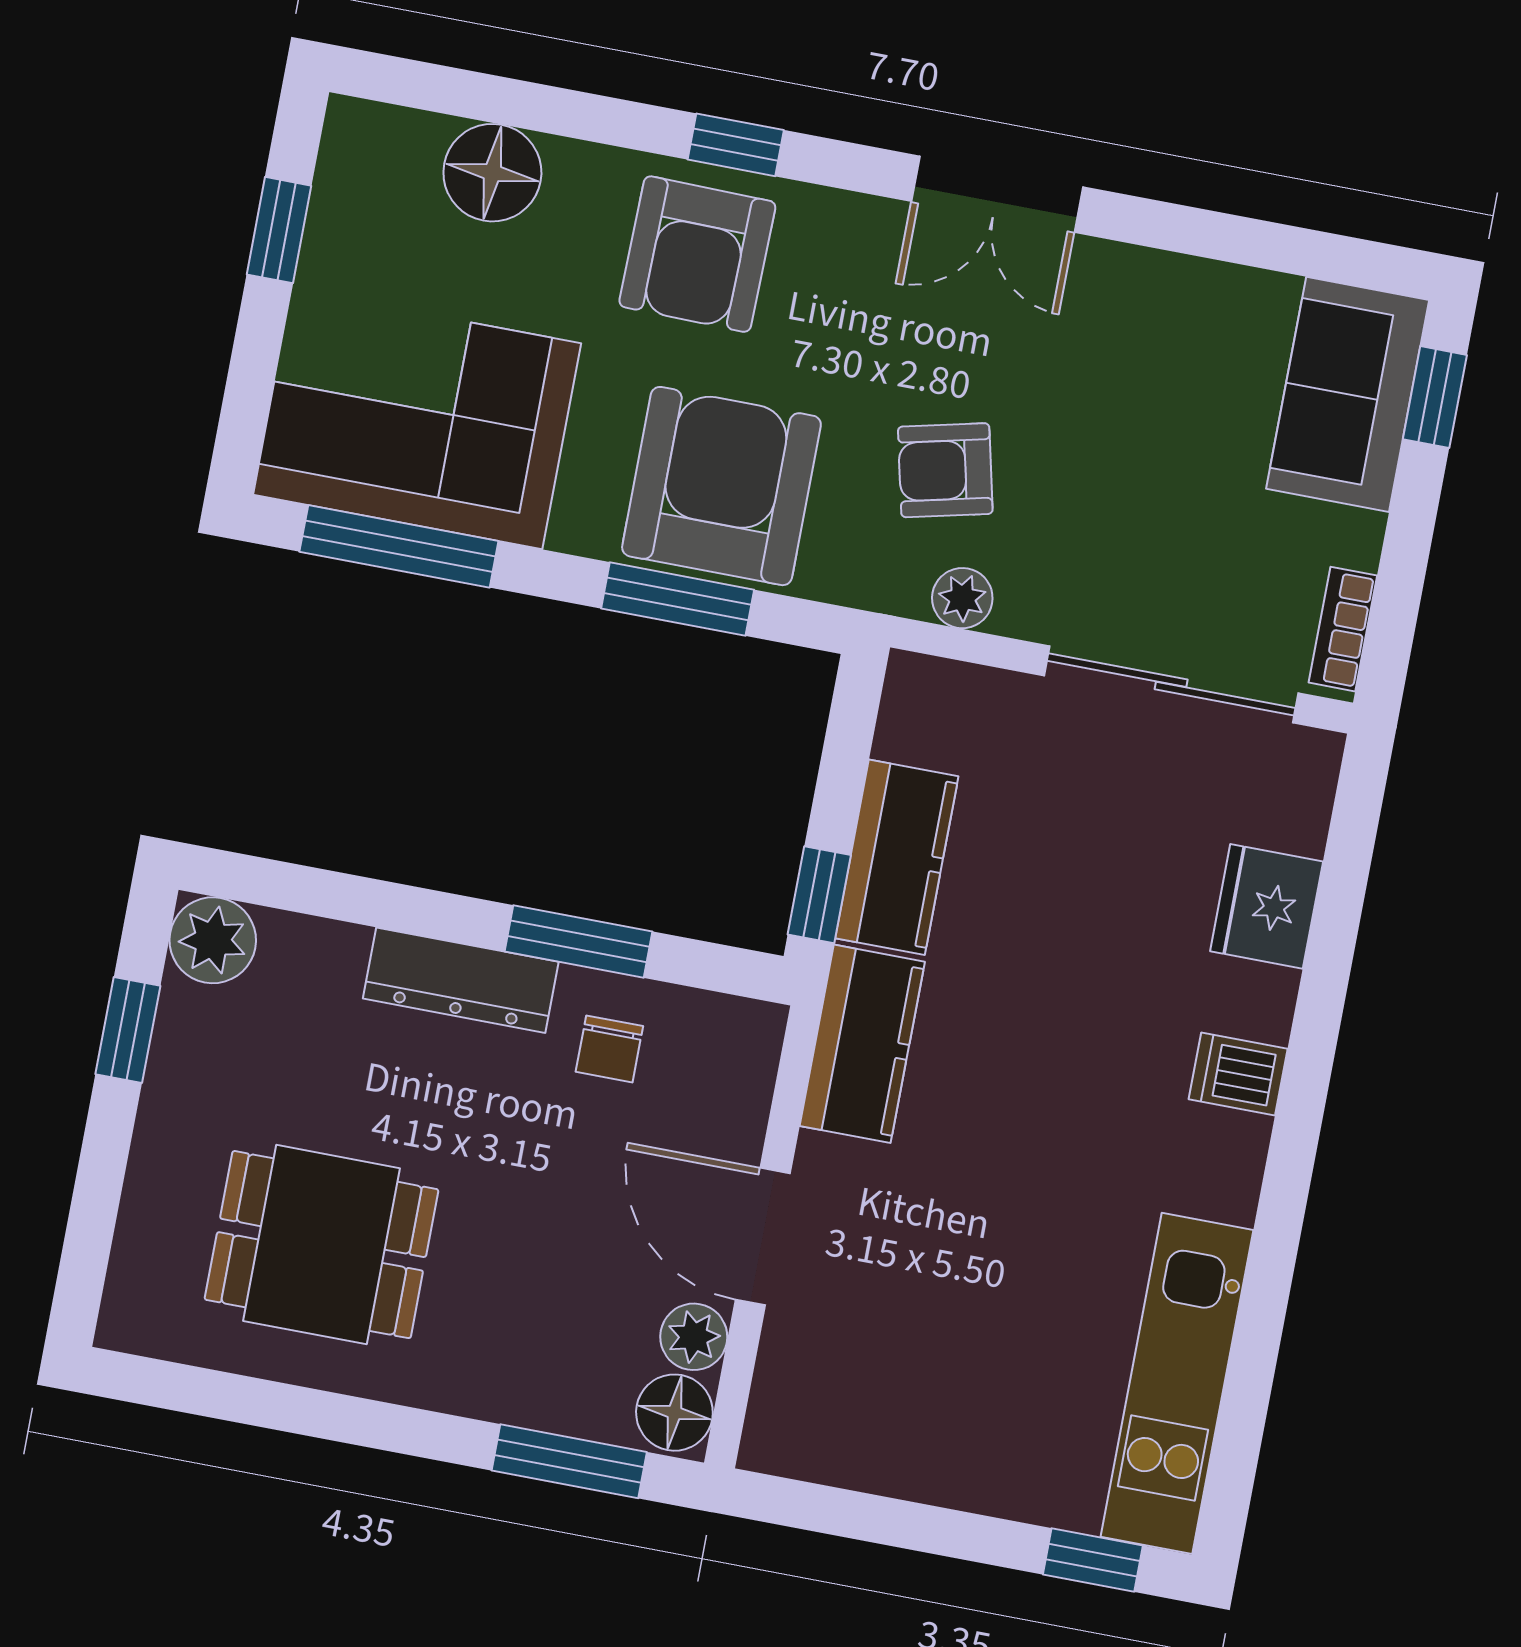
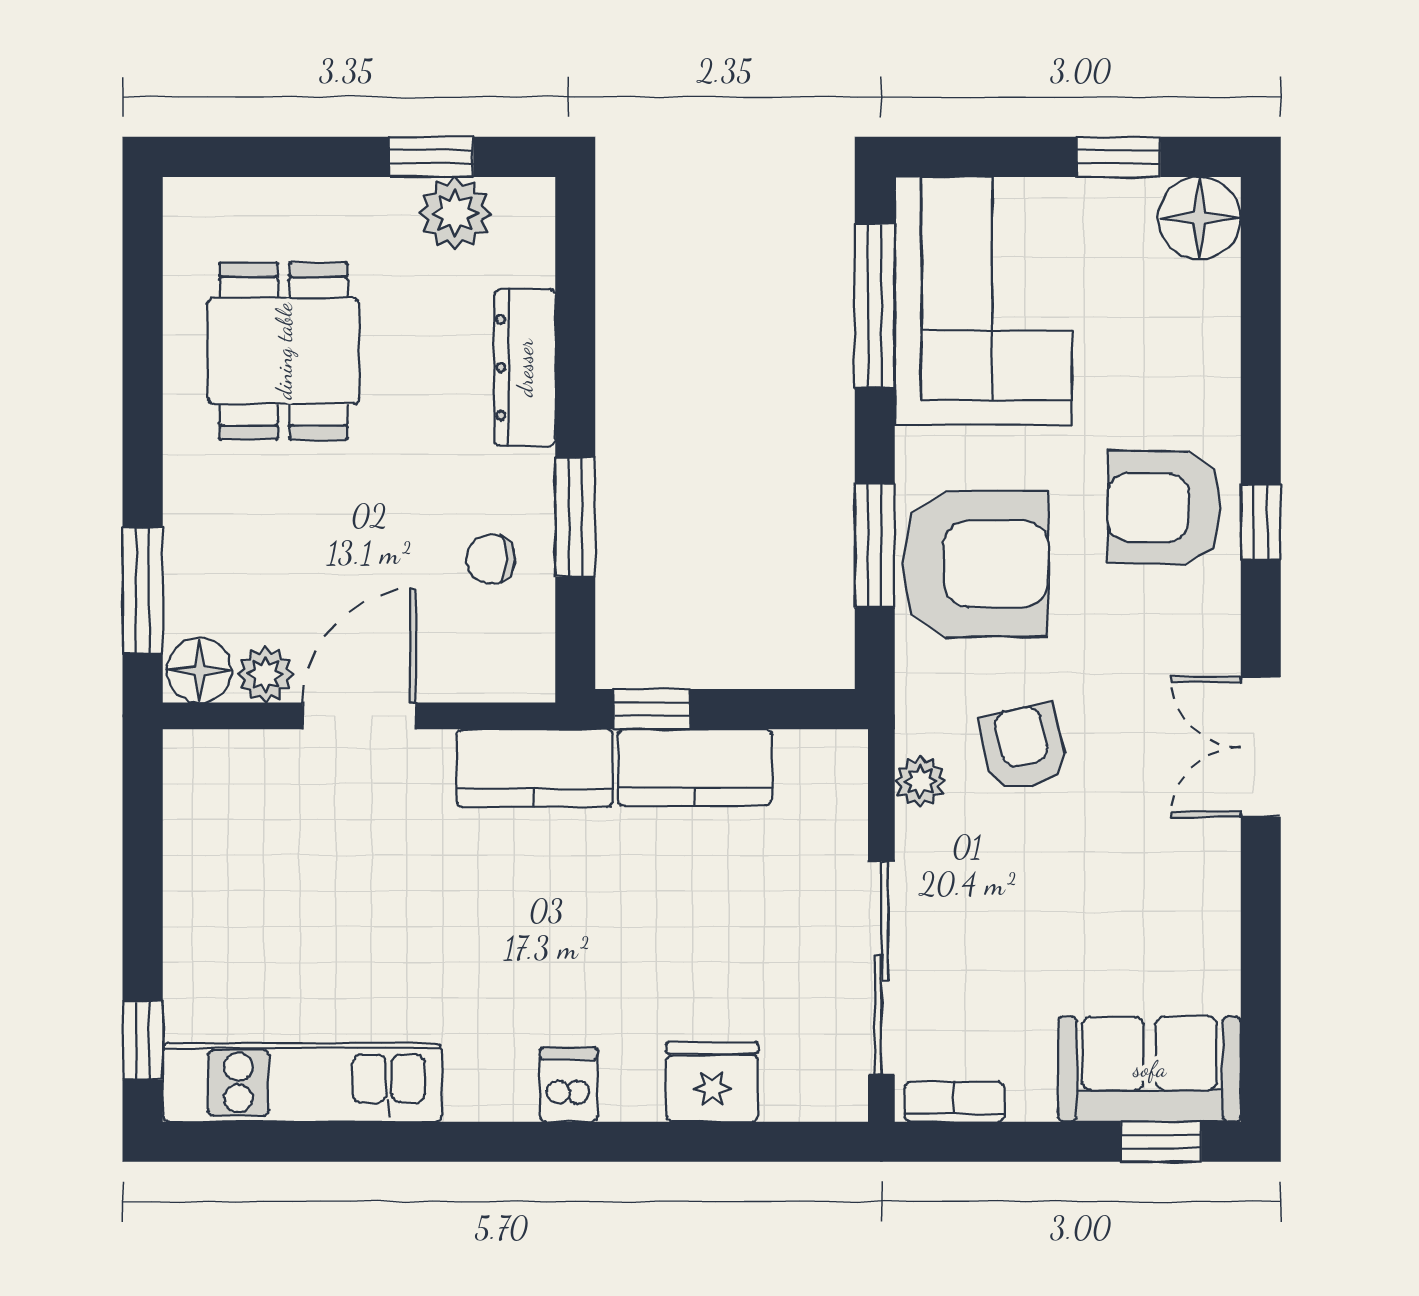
floor lamp: (492, 173) -> (1199, 218), moved
plant: (213, 940) -> (455, 213), moved
dresser: (461, 980) -> (525, 368), moved

